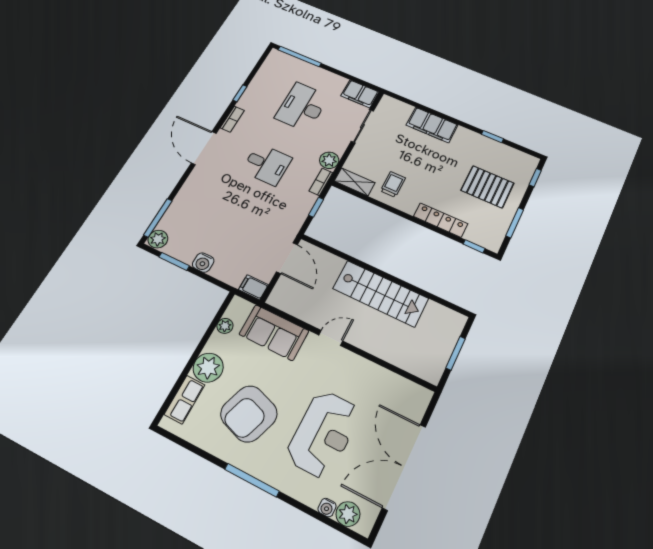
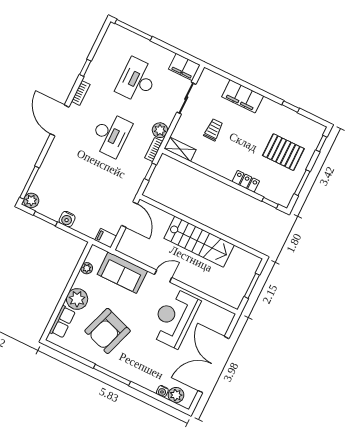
desk: (267, 164) -> (111, 135), width x1.37
trolley: (393, 184) -> (213, 130), moved
locker: (441, 220) -> (246, 181), width x0.66
reception desk: (323, 434) -> (174, 318), moved, turned 180

